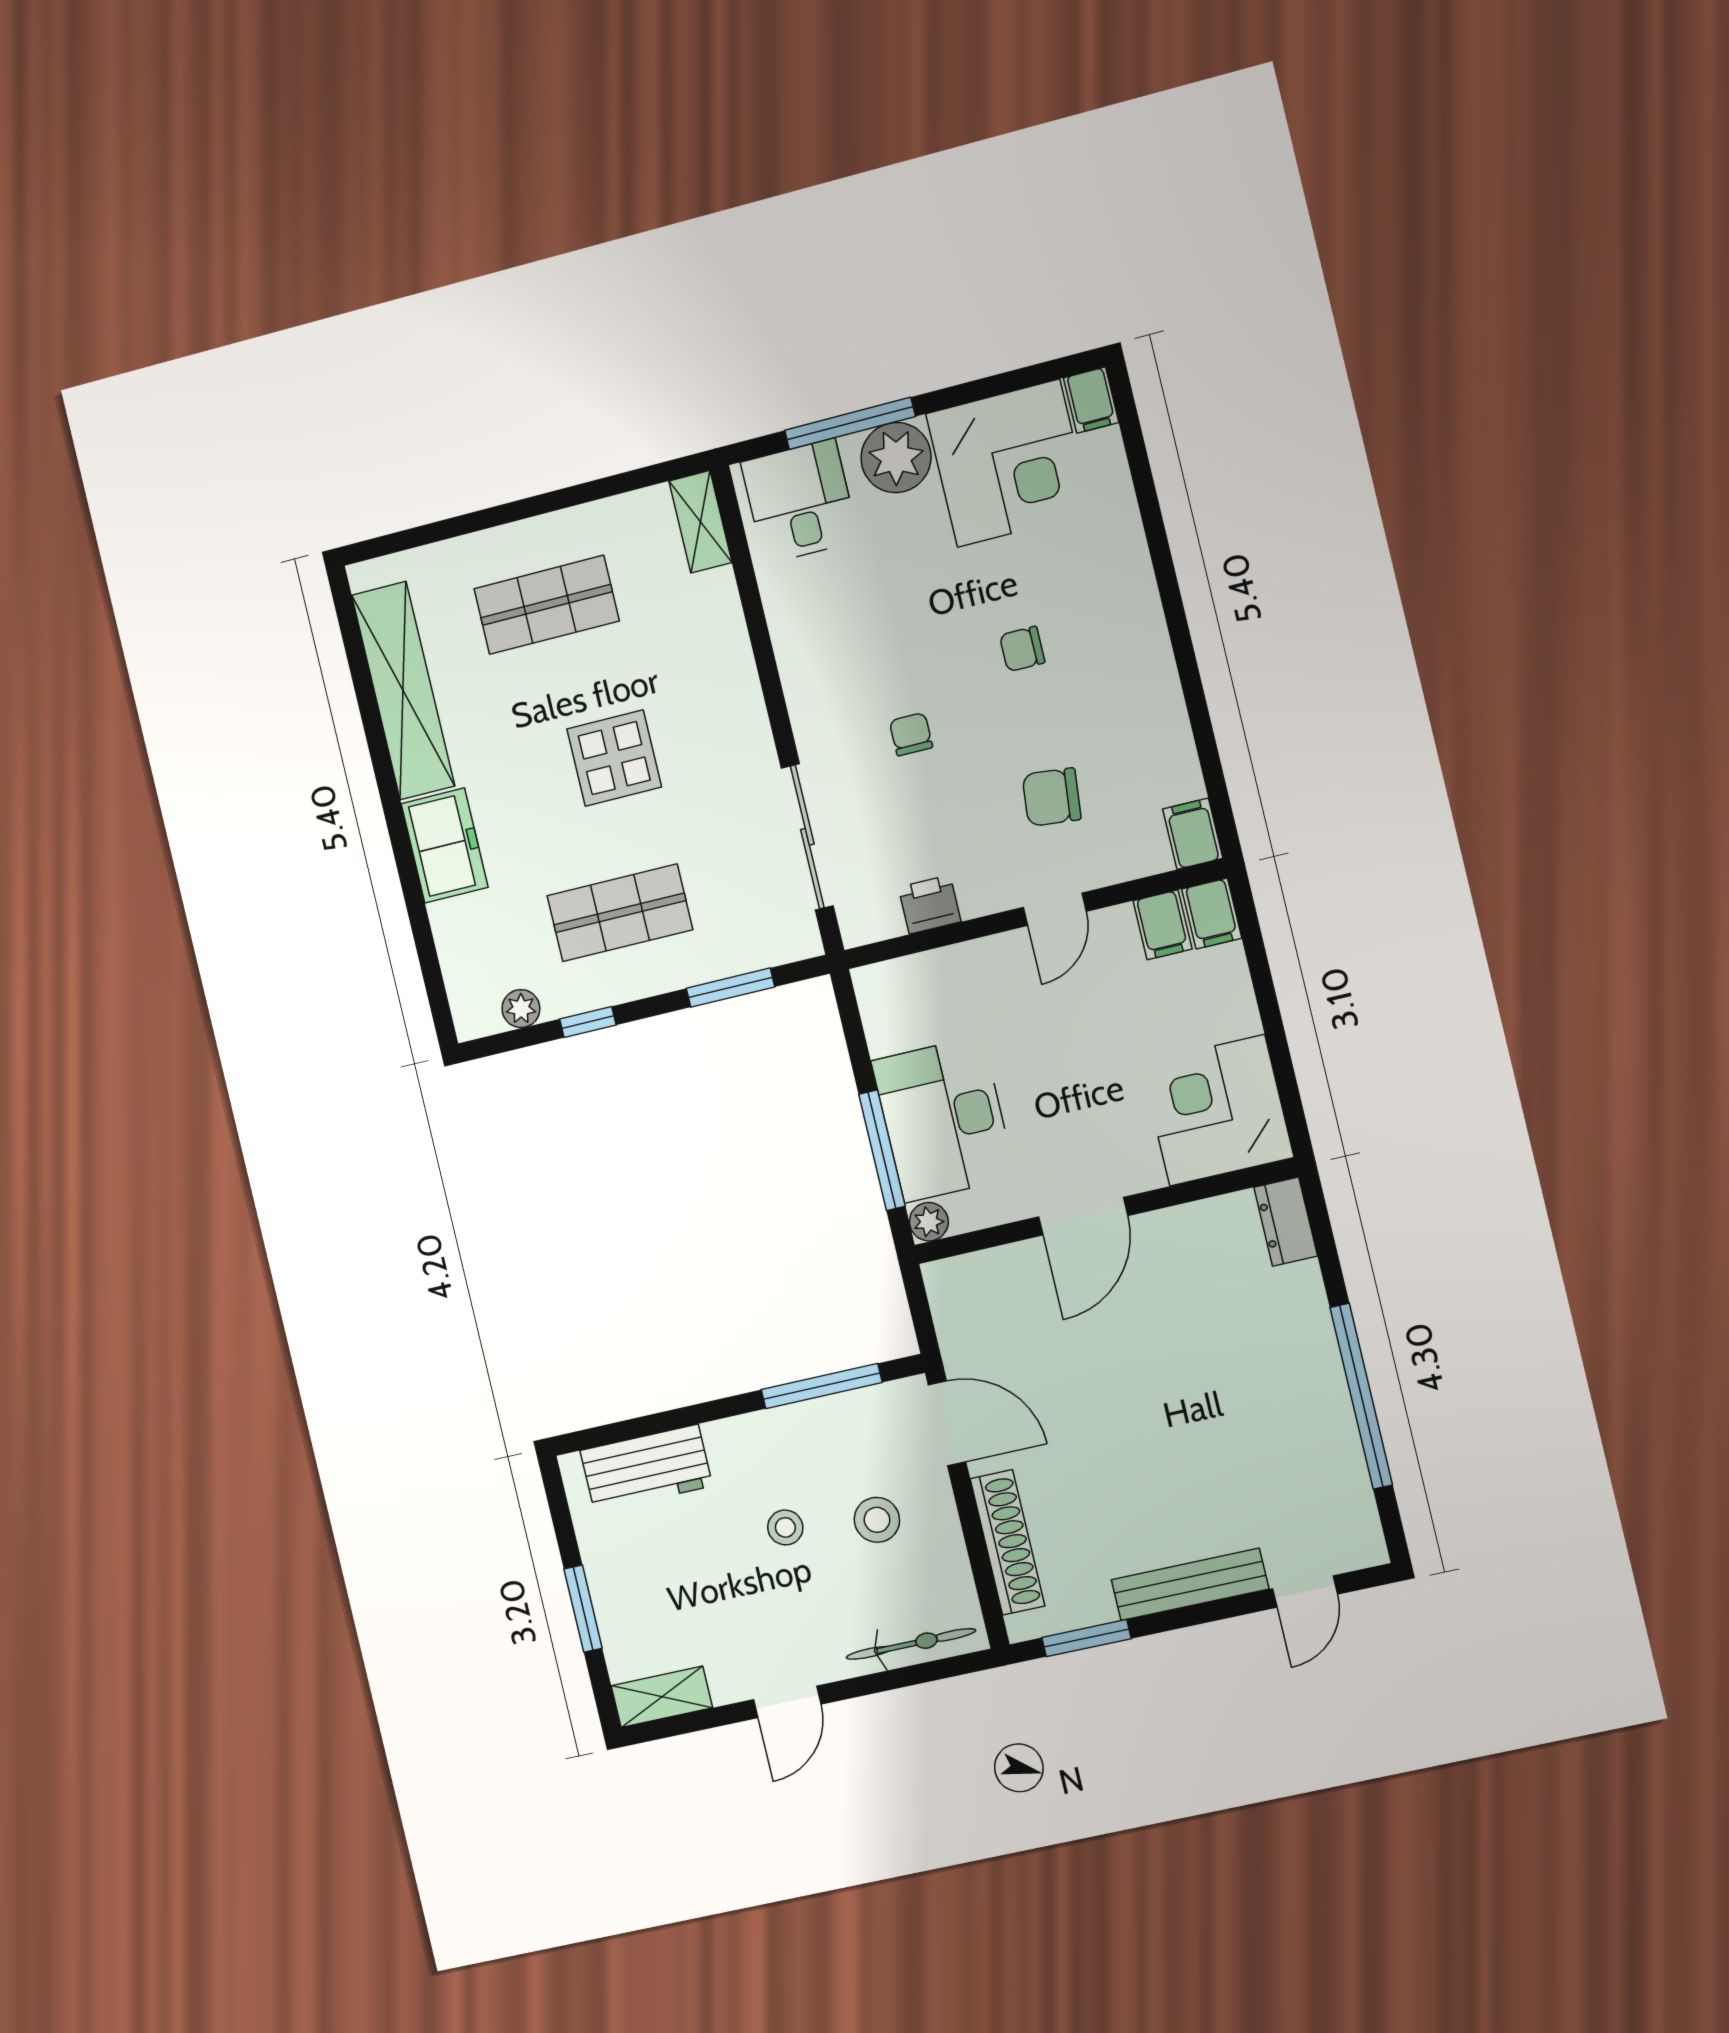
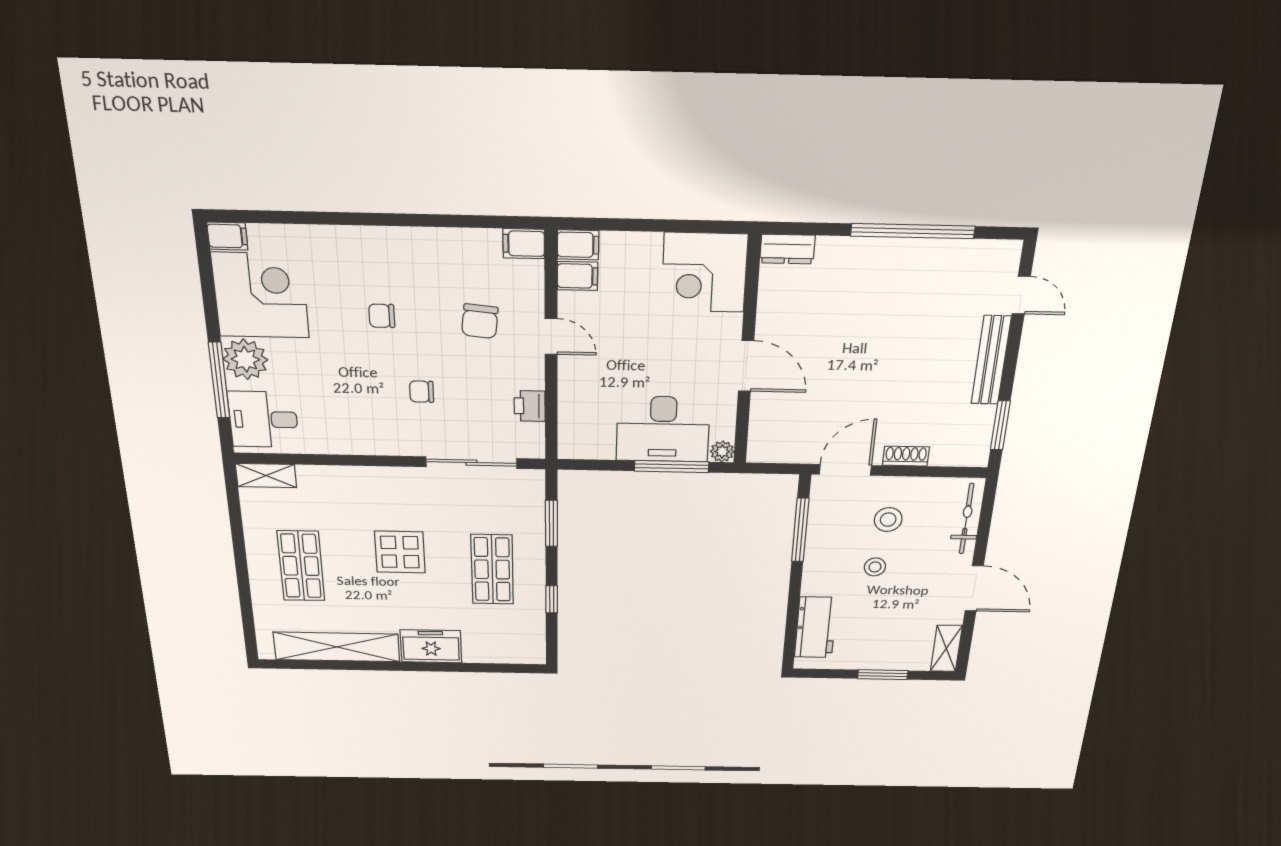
chair: (1022, 649) -> (382, 316), turned 90
plant: (521, 1009) -> (535, 630), removed
shoe rack: (1008, 1542) -> (906, 456), width x0.51, depth x0.81
door: (787, 1702) -> (974, 589), width x1.38

